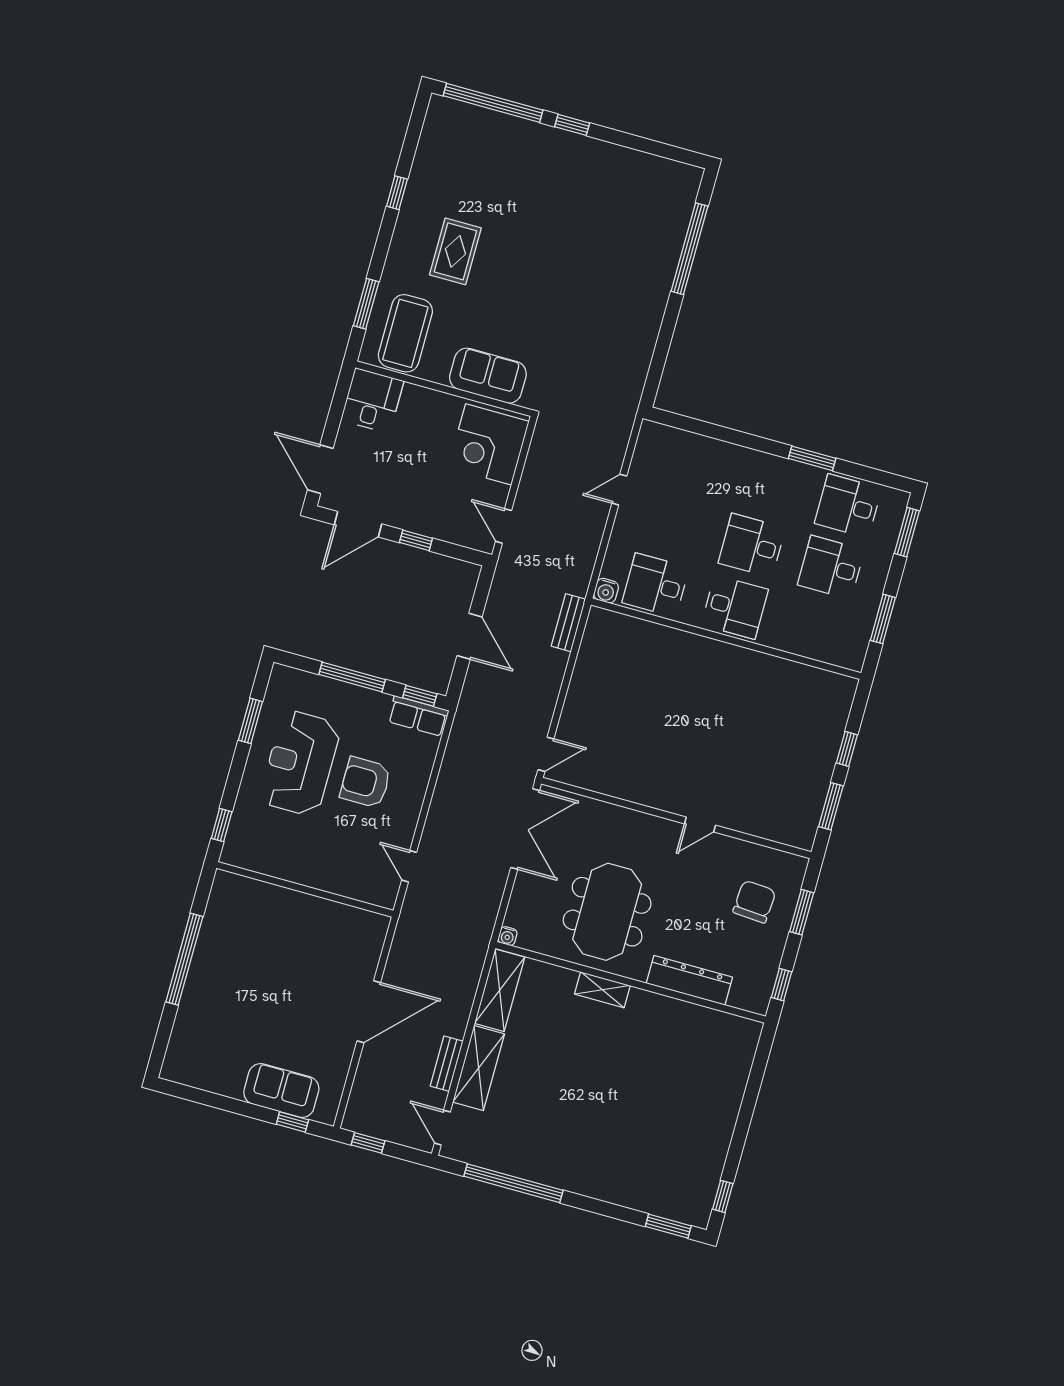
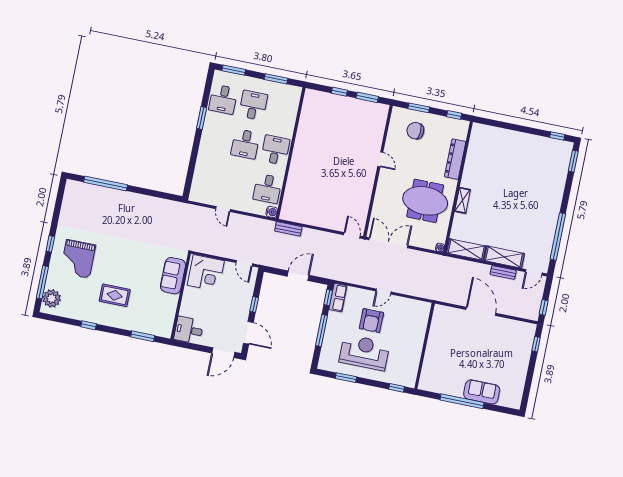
window: (493, 103) -> (42, 282), width x0.68
plant: (458, 120) -> (52, 298), added
grand piano: (537, 180) -> (78, 259), added
coffee table: (405, 333) -> (155, 317), removed
door: (503, 526) -> (244, 263), hinge flipped
desk: (831, 567) -> (253, 105), turned 180
reception desk: (300, 763) -> (364, 352), turned 180
door: (409, 866) -> (384, 292), moved
sofa: (281, 1091) -> (482, 392), moved, turned 90

